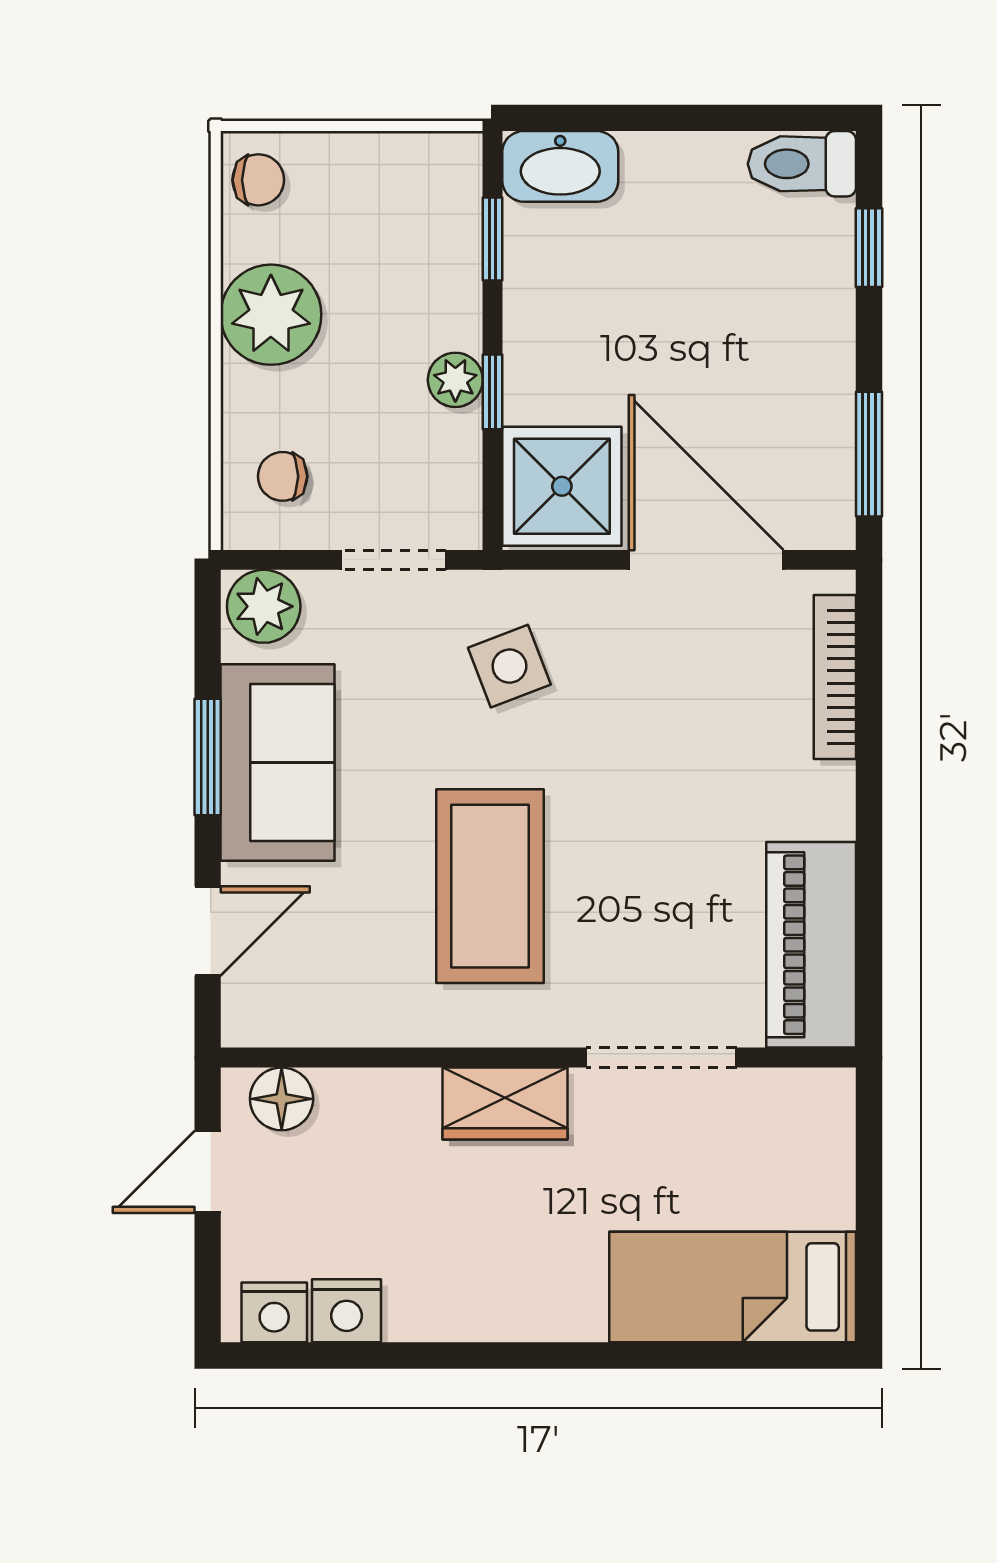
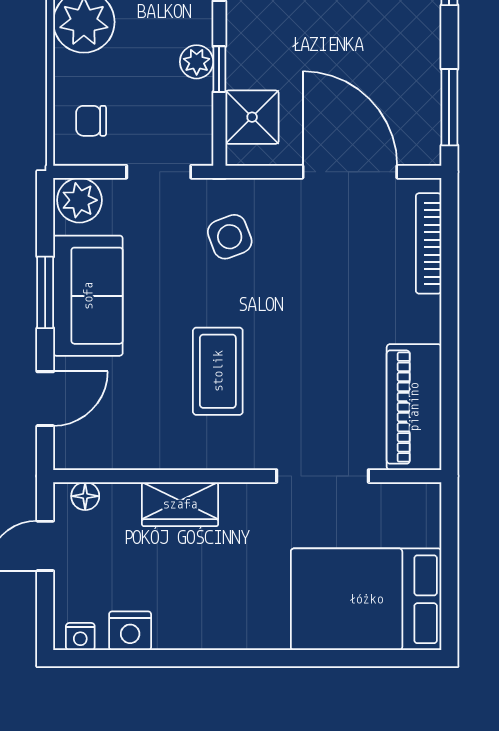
shower: (562, 486) -> (252, 117), width x0.73, depth x0.73
coffee table: (490, 886) -> (218, 371), width x0.73, depth x0.76
floor lamp: (282, 1099) -> (85, 496), width x0.73, depth x0.73
wardrobe: (505, 1104) -> (180, 504), moved
bed: (733, 1287) -> (366, 599), width x1.50
nightstand: (274, 1312) -> (80, 637), width x0.72, depth x0.74

